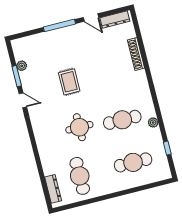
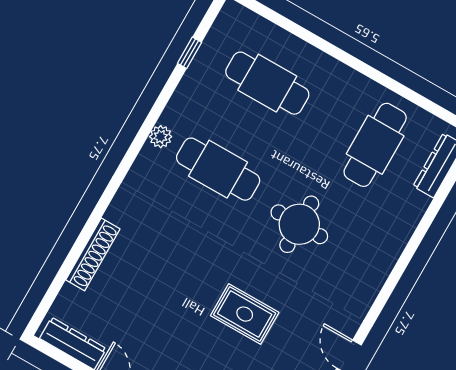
rug: (69, 82) -> (245, 314), turned 90
plant: (153, 123) -> (161, 137), moved

